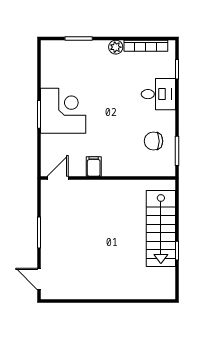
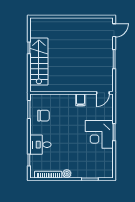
door: (39, 279) -> (114, 30), hinge flipped

